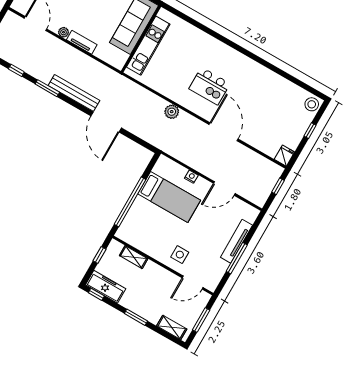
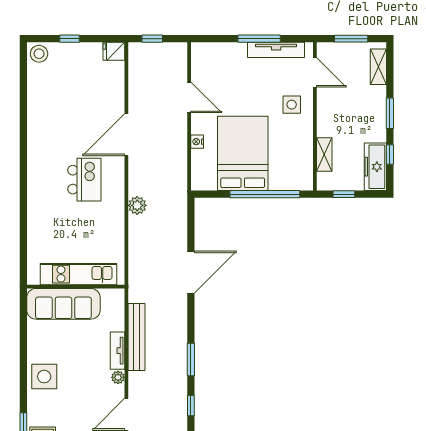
bench: (74, 93) -> (136, 337), moved
bed: (169, 197) -> (243, 153), width x1.50
tv unit: (236, 241) -> (276, 50), moved
window: (96, 294) -> (390, 155), moved

